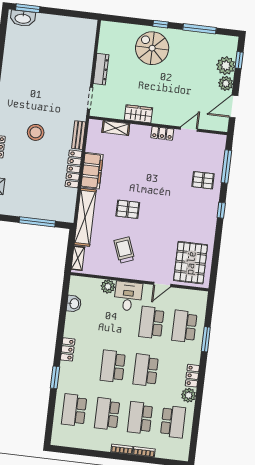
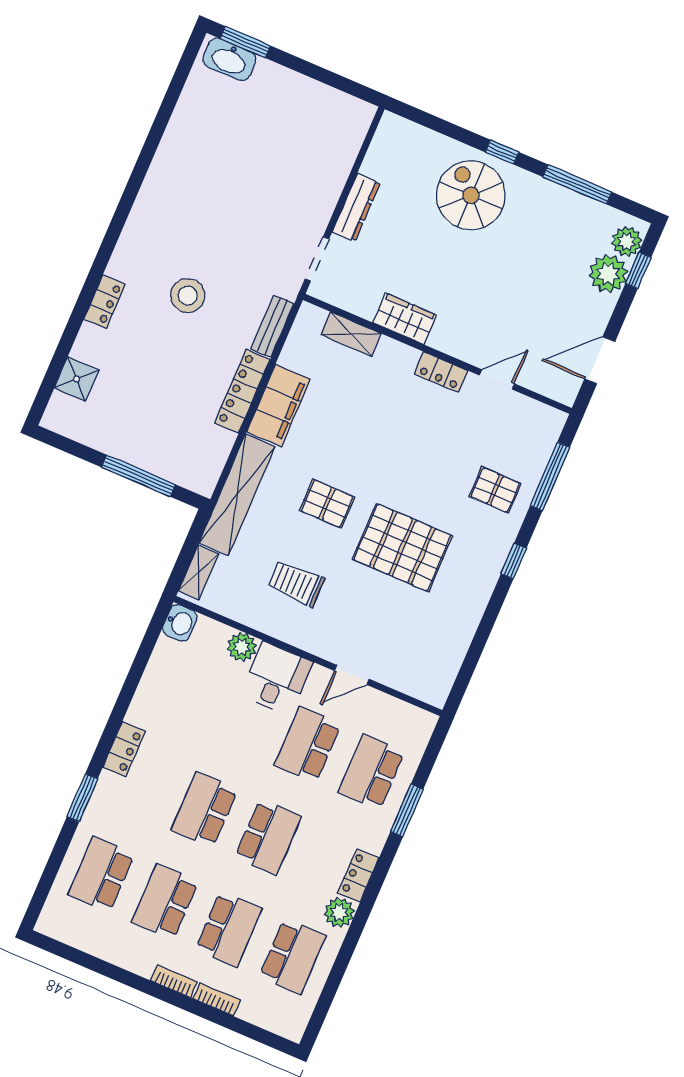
plant: (226, 83) -> (627, 242), moved
trolley: (124, 250) -> (296, 583), turned -69
pallet: (191, 263) -> (402, 547), moved, turned 90
washbasin: (74, 304) -> (180, 623), moved
school desk: (146, 370) -> (268, 837), turned 180
school desk: (140, 418) -> (229, 929), turned 180

